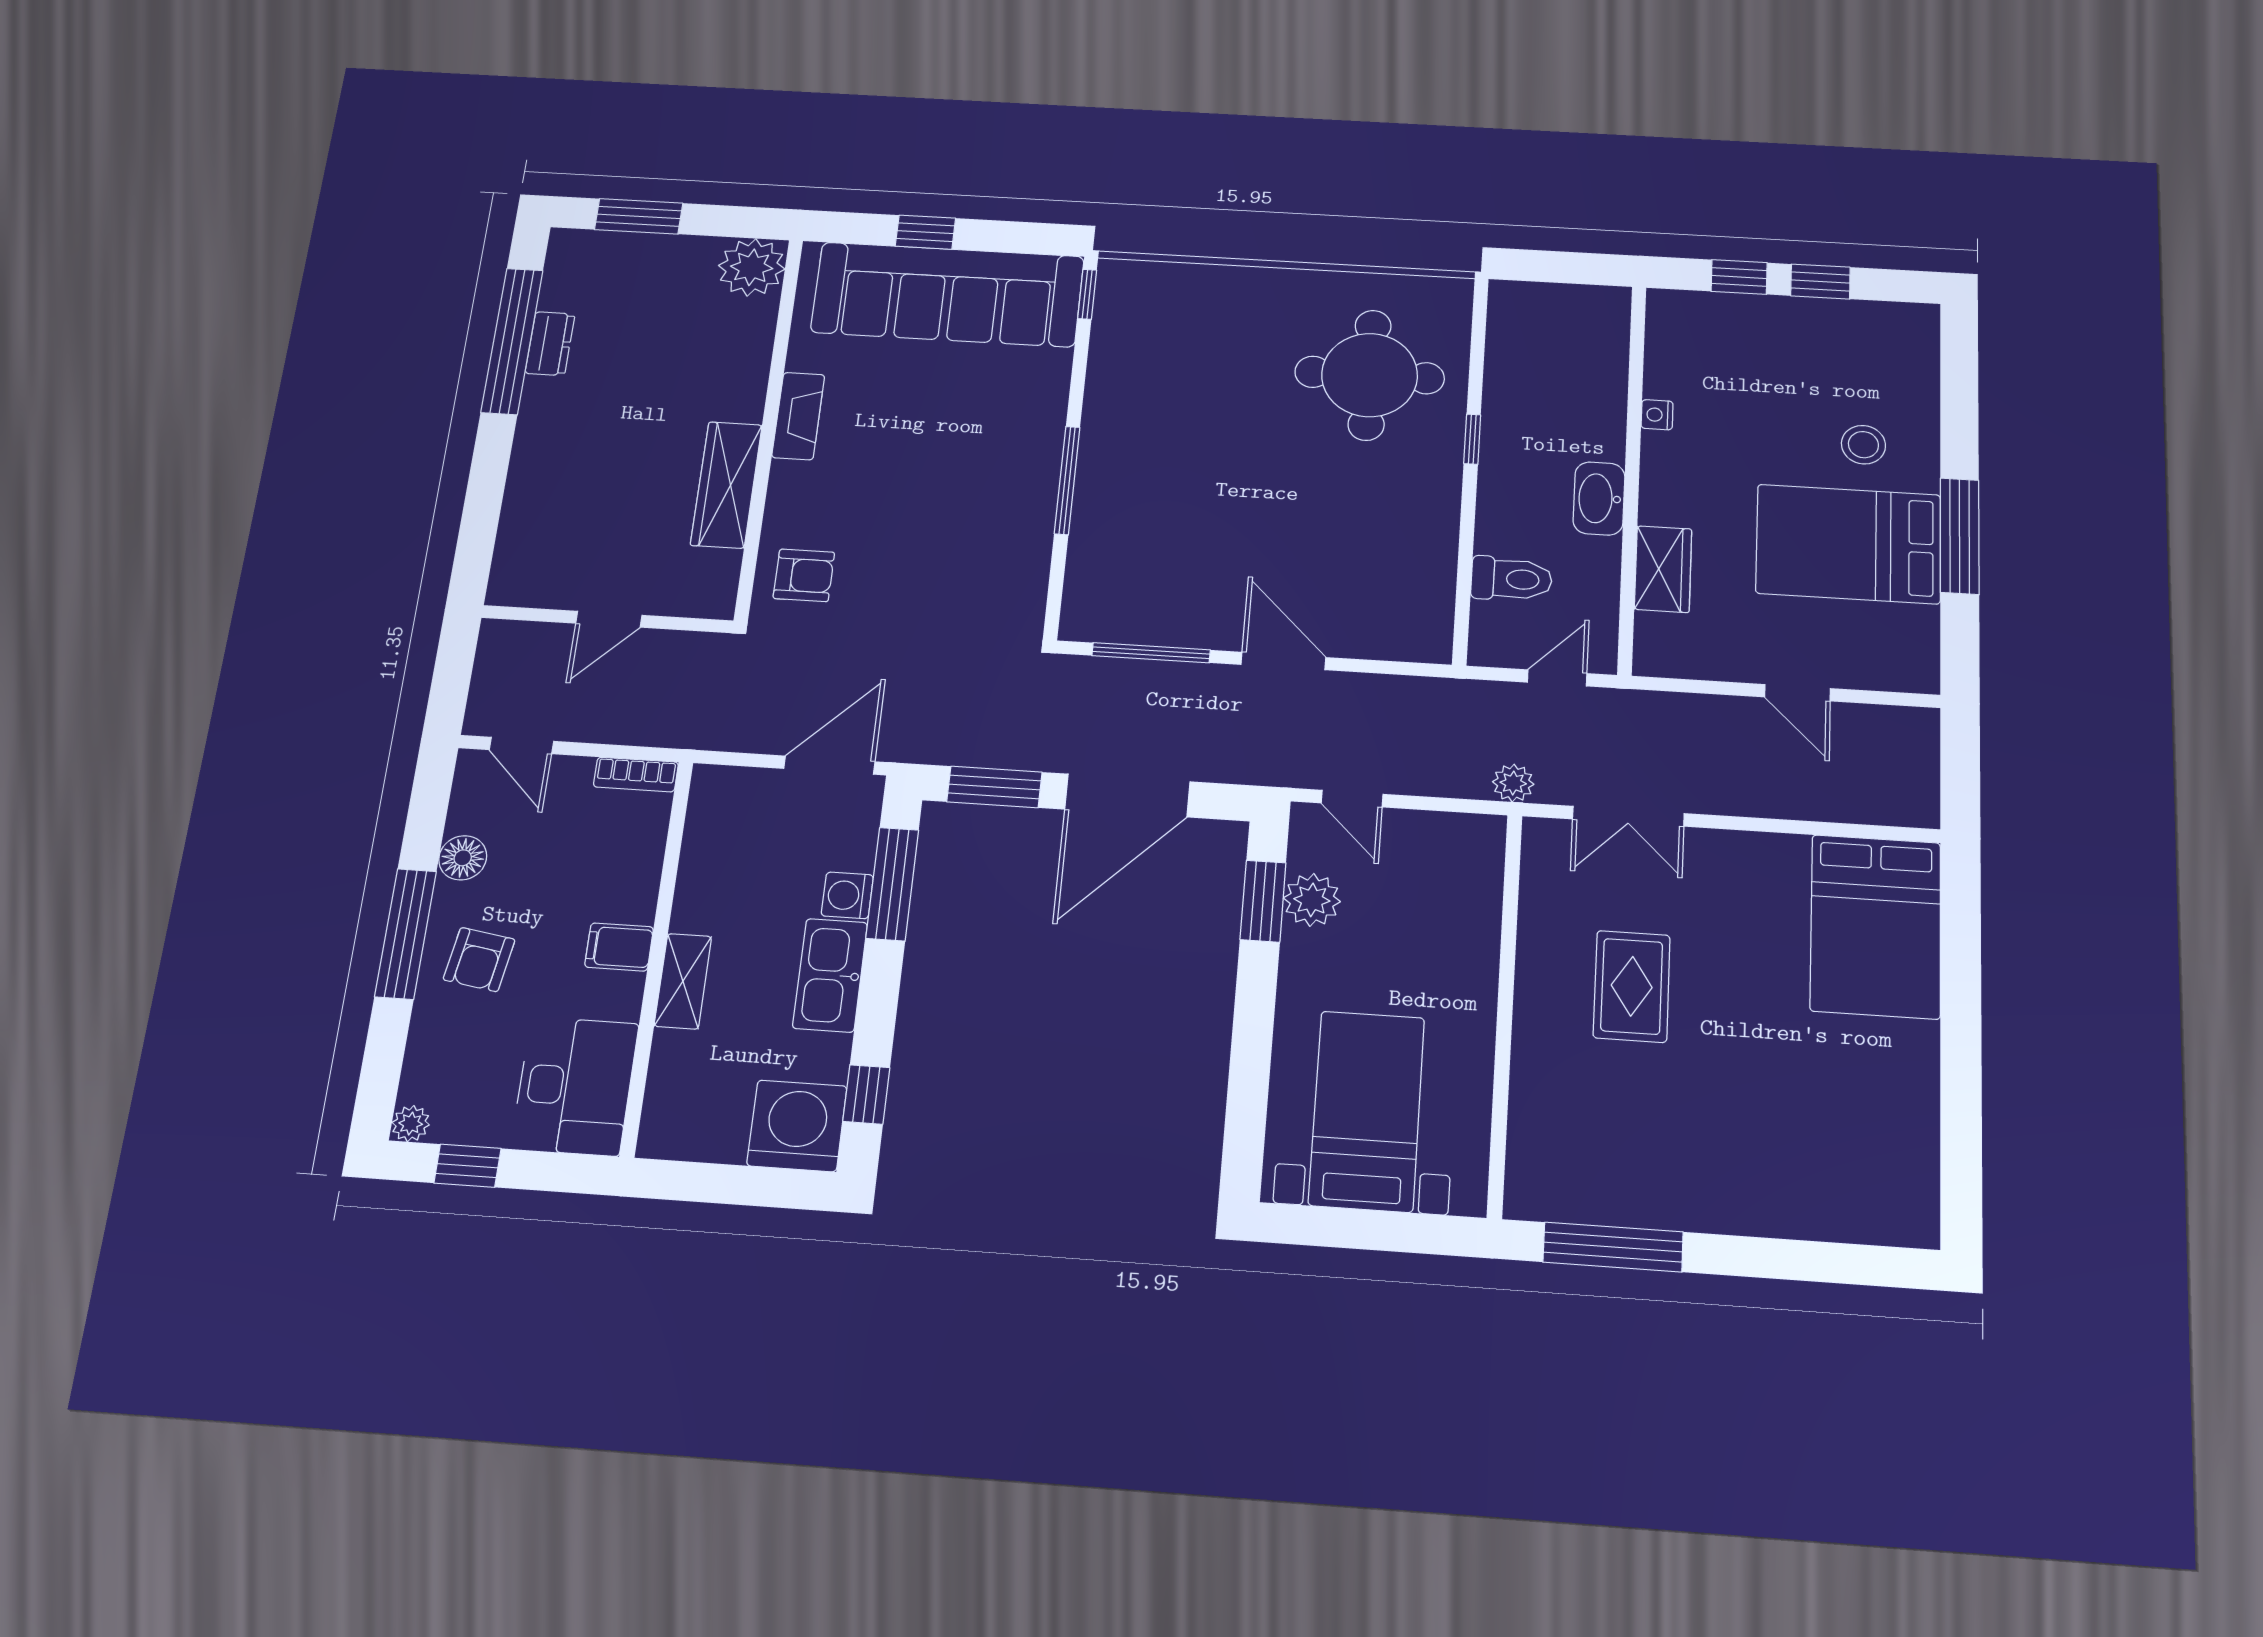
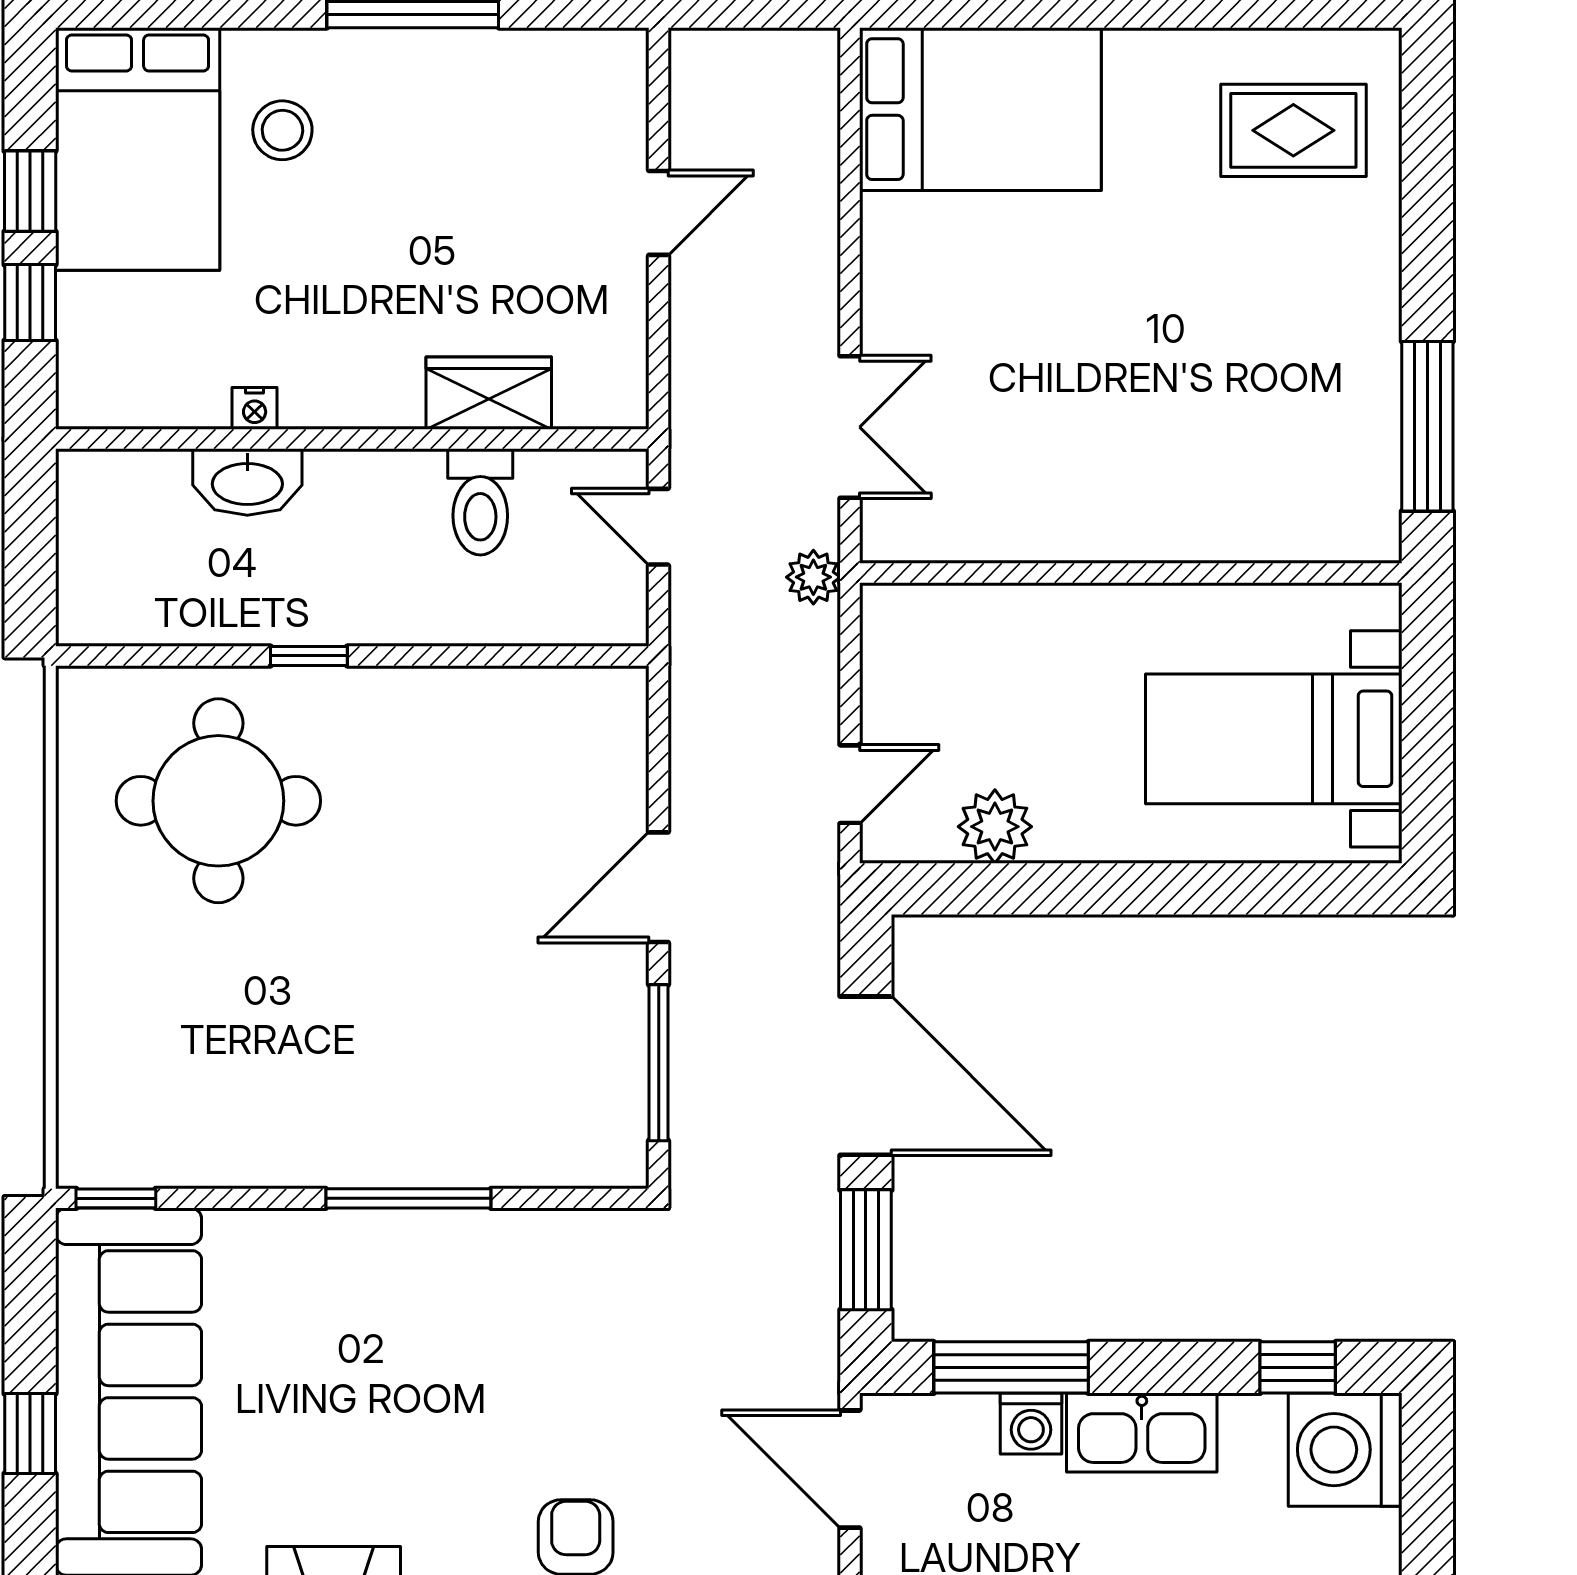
washbasin: (1599, 498) -> (247, 482), moved
bed: (1848, 544) -> (138, 149), moved
toilet: (1512, 579) -> (480, 502), moved, turned 180
window: (1263, 901) -> (1001, 889), removed
rug: (1632, 986) -> (1293, 130), moved

